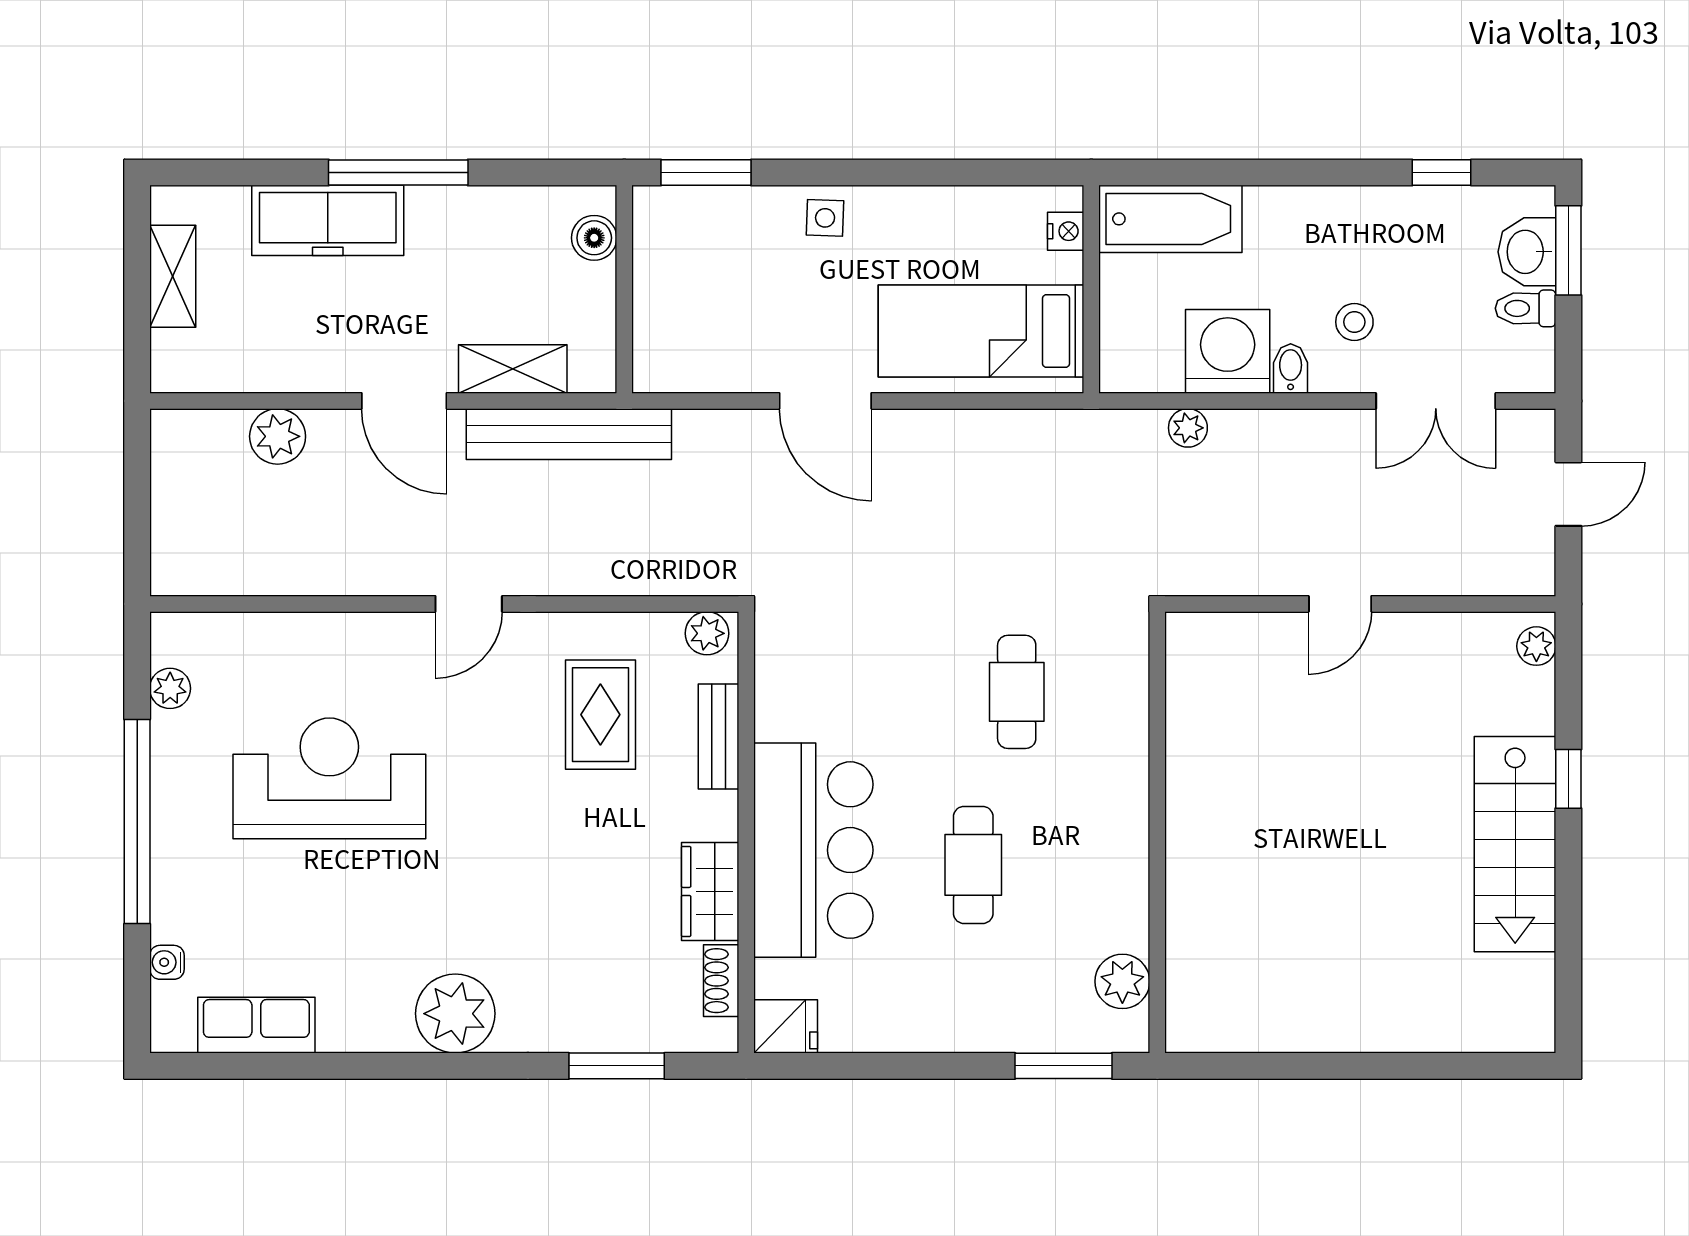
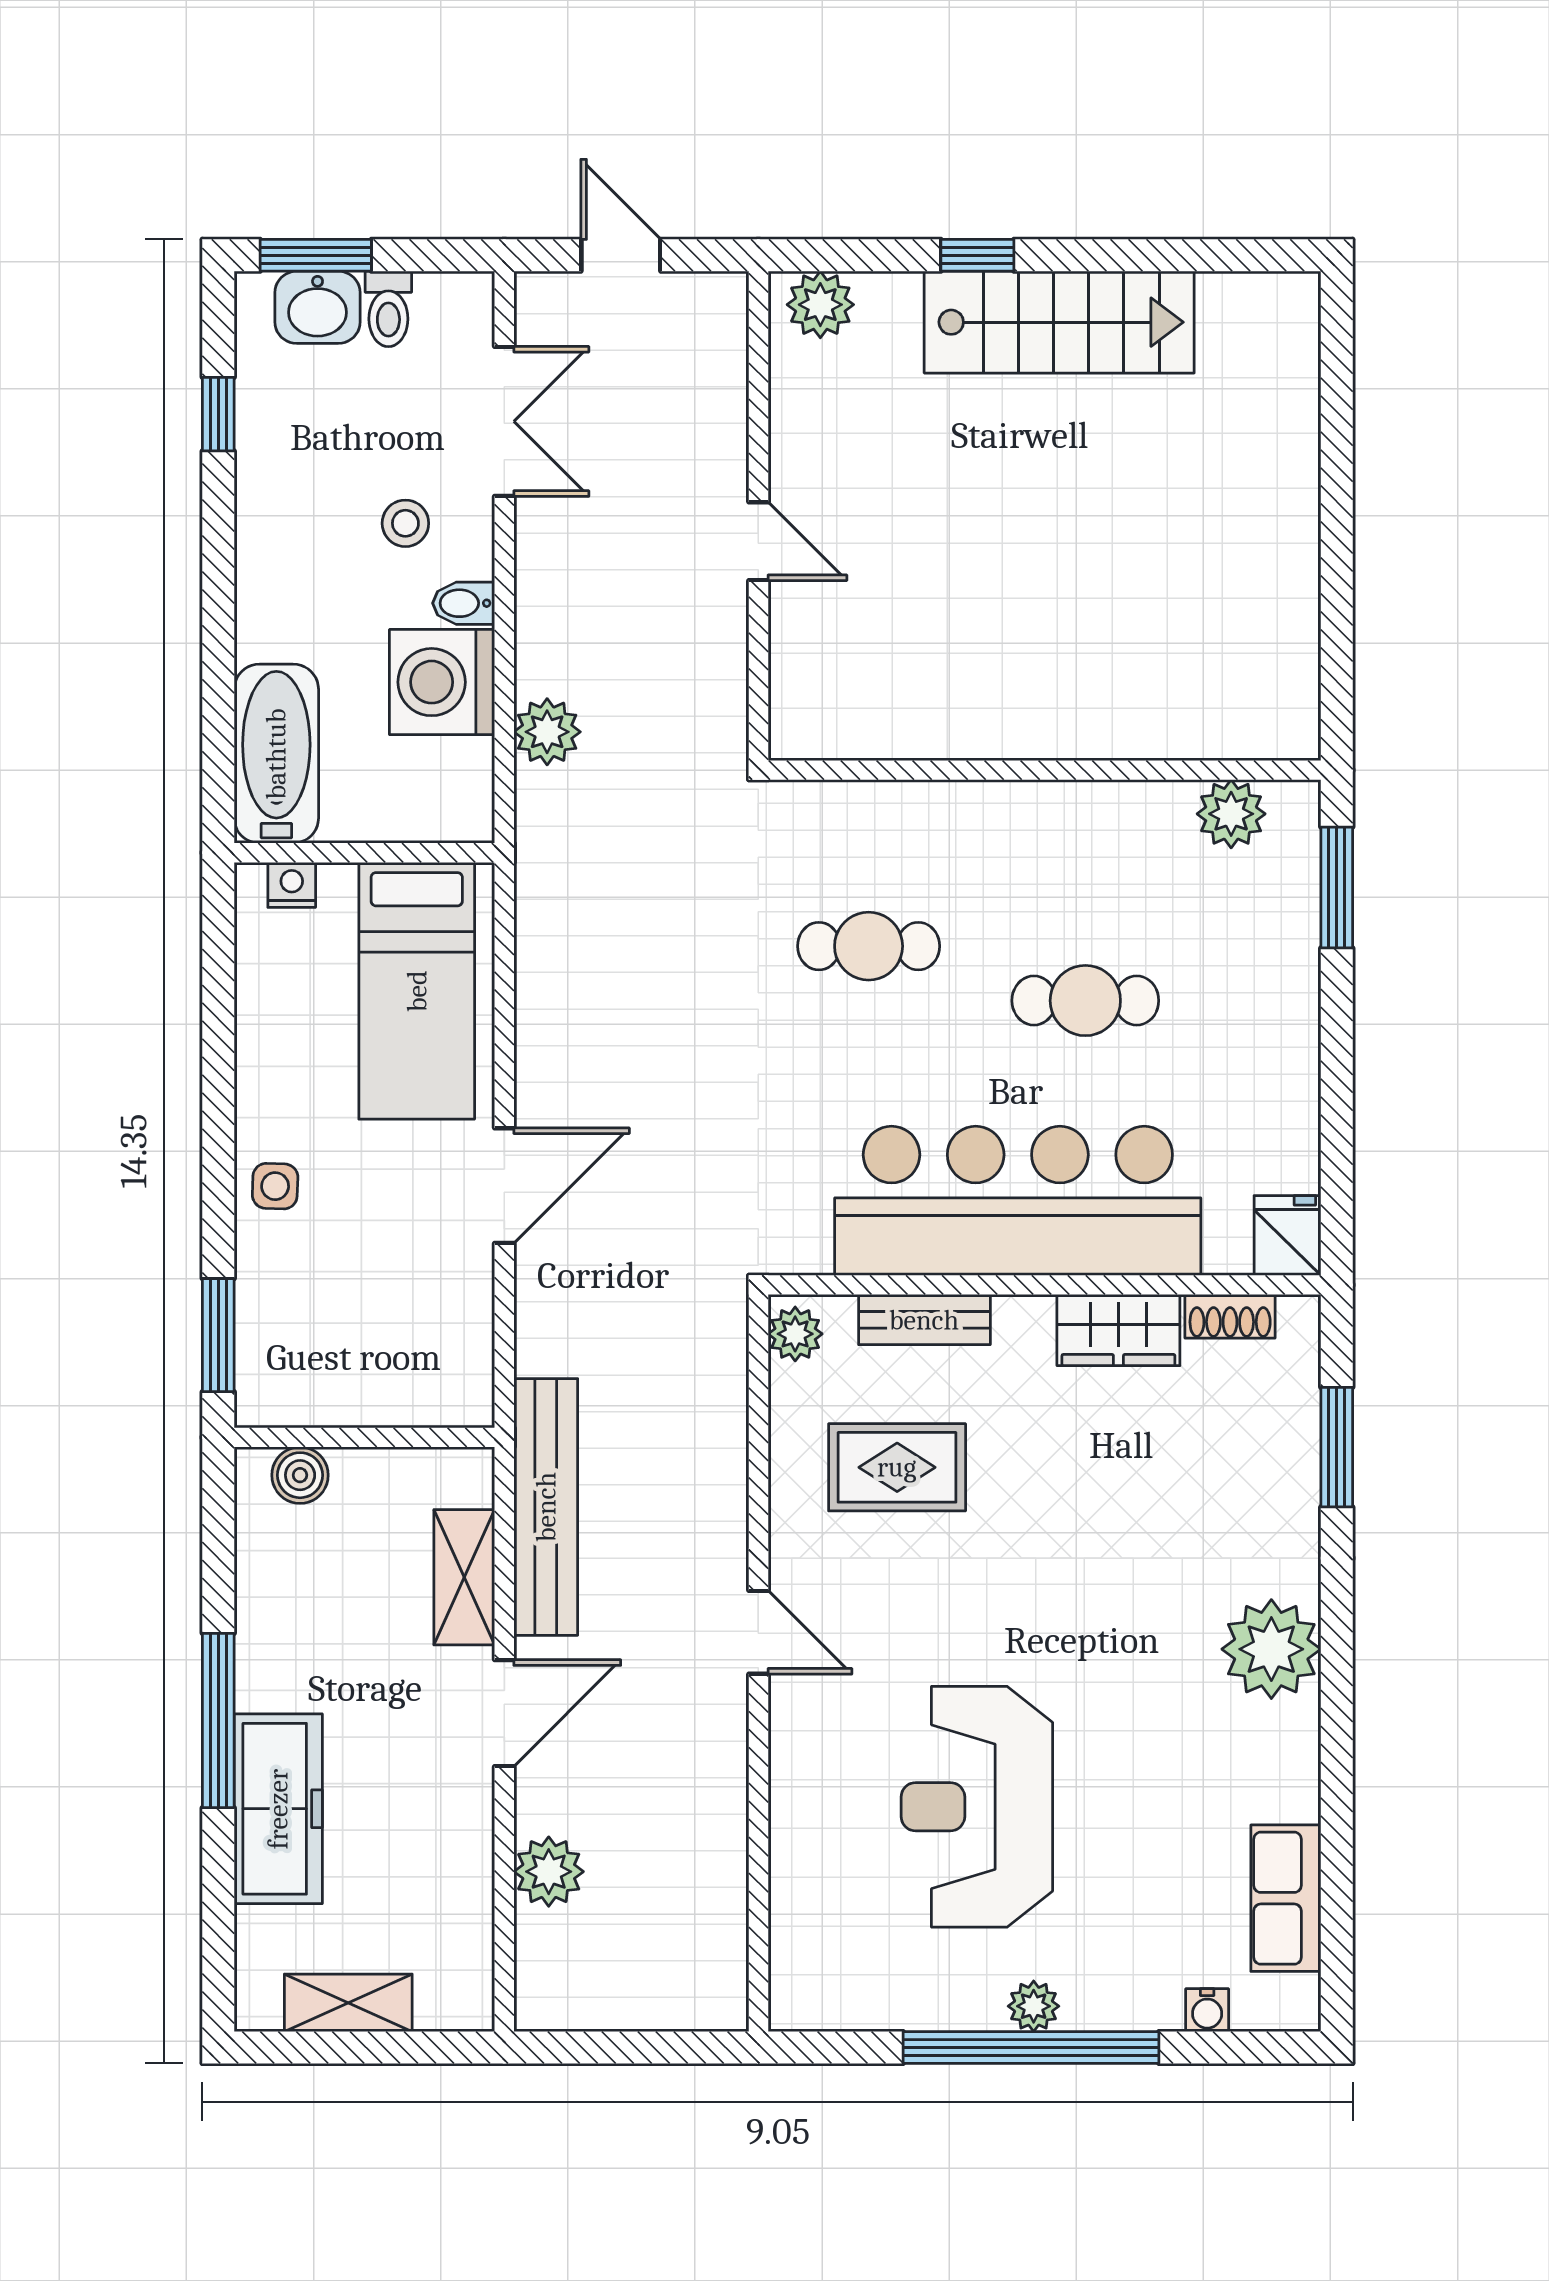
plant: (1188, 428) -> (547, 732), width x1.38, depth x1.38
plant: (1536, 646) -> (820, 305), width x1.38, depth x1.38
plant: (170, 688) -> (1034, 2006), moved
bar counter: (813, 850) -> (1018, 1201), width x1.36

